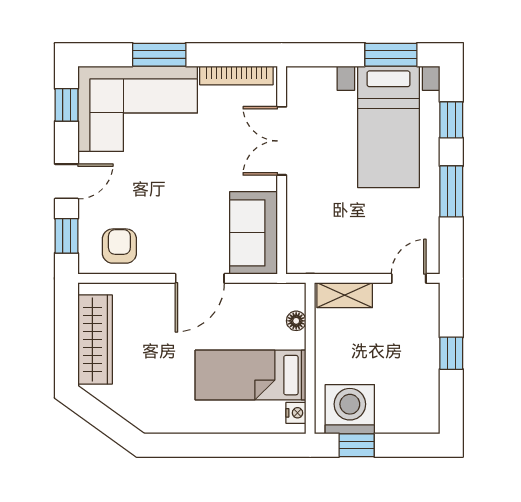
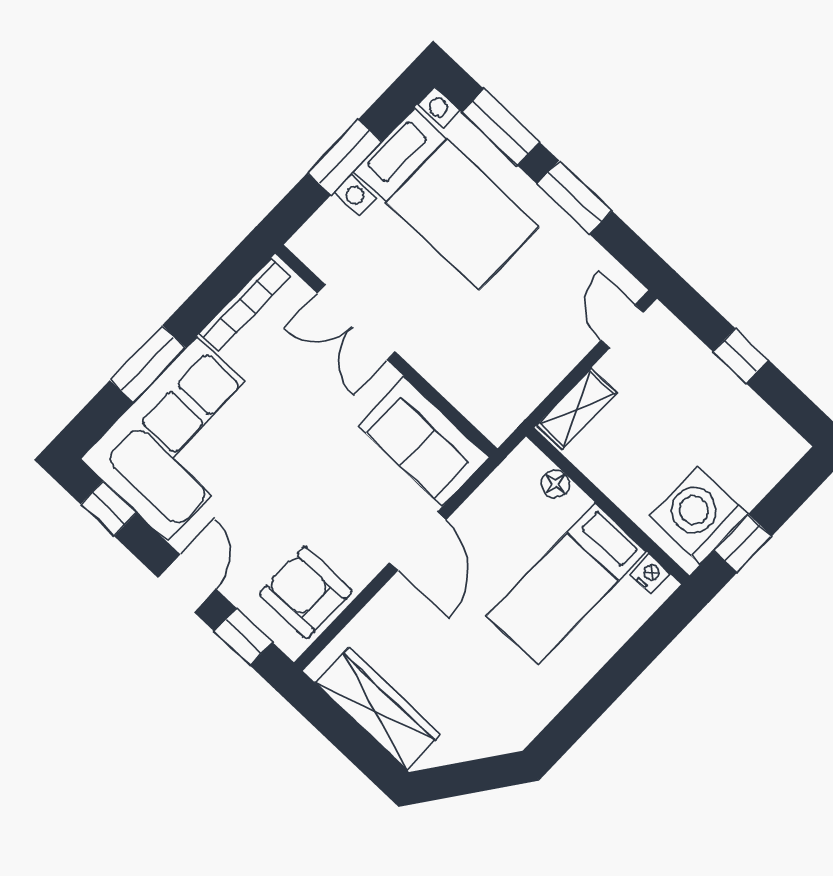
window: (391, 55) -> (345, 157), moved
window: (451, 120) -> (501, 127), width x1.50
armchair: (119, 246) -> (306, 592), width x1.38, depth x1.38

